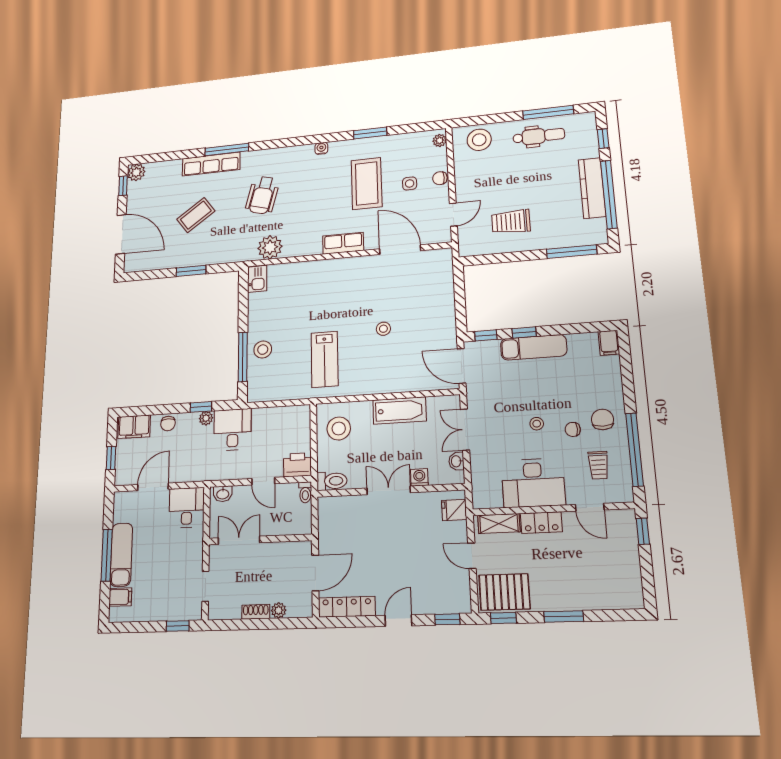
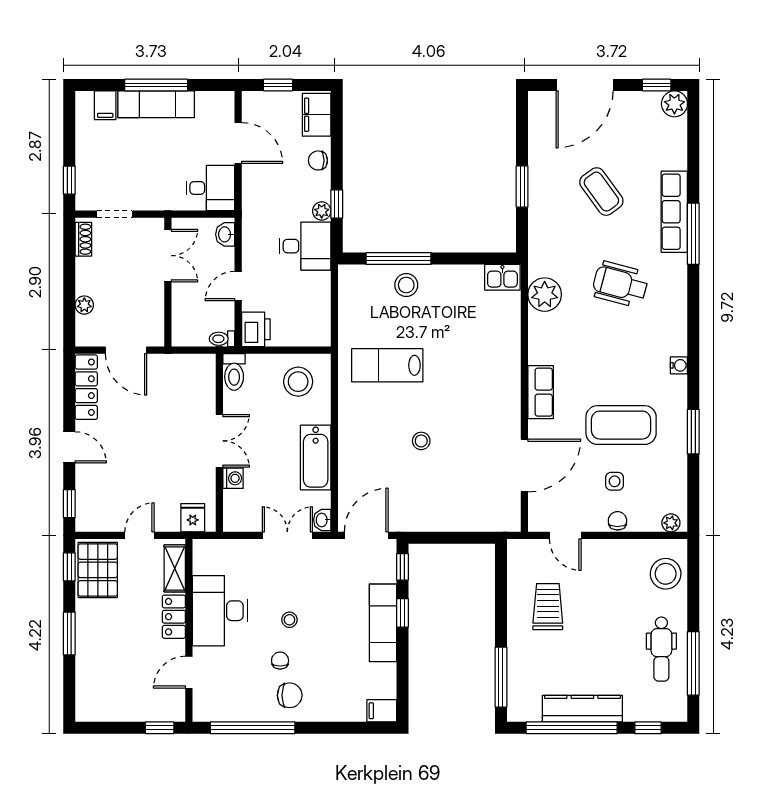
washbasin: (456, 461) -> (322, 520), moved, turned -90
trolley: (598, 465) -> (237, 686), removed
shoe rack: (256, 612) -> (83, 239), moved

